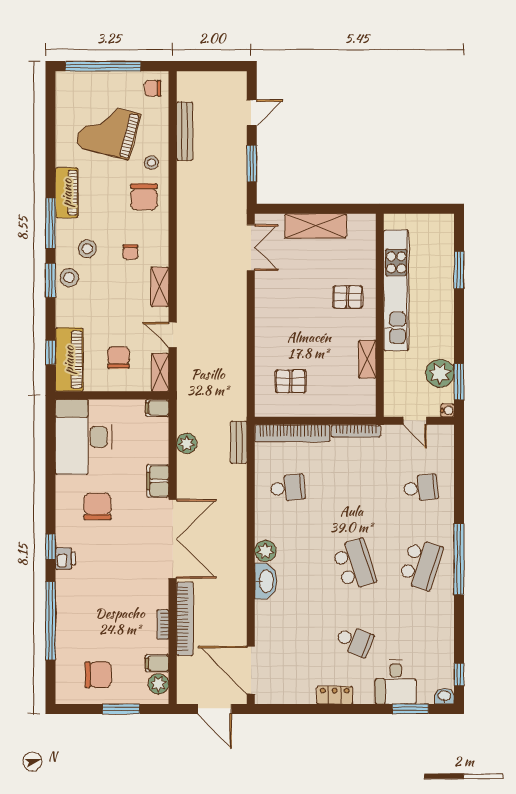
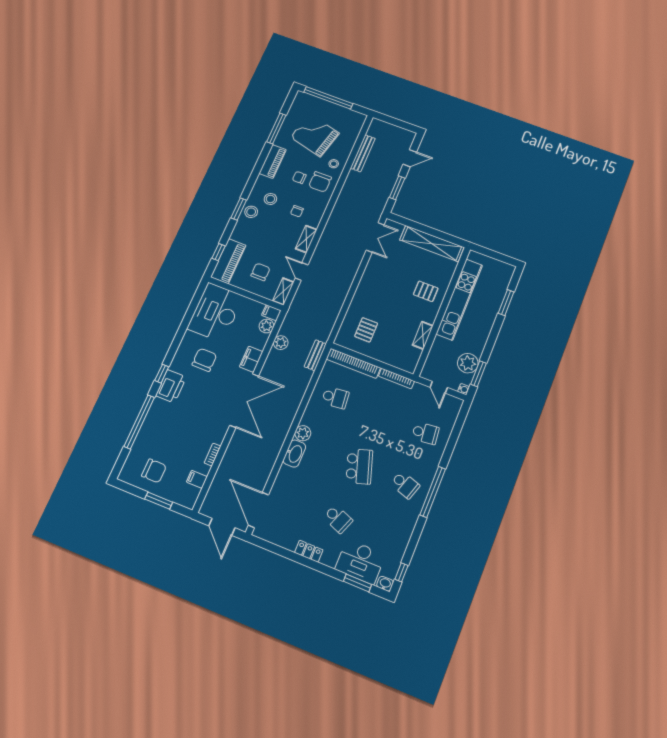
chair: (153, 88) -> (299, 177), moved
window: (51, 223) -> (276, 129), moved
shelving: (316, 226) -> (432, 244), width x1.47
pallet: (291, 381) -> (366, 330), turned 90
printer: (65, 559) -> (171, 386), width x1.87, depth x1.48
school desk: (421, 564) -> (405, 485), width x0.54
bookcase: (185, 619) -> (229, 457), removed
desk: (396, 682) -> (360, 562), width x1.37
plant: (158, 684) -> (266, 326), moved

